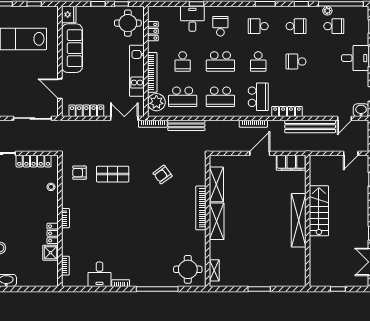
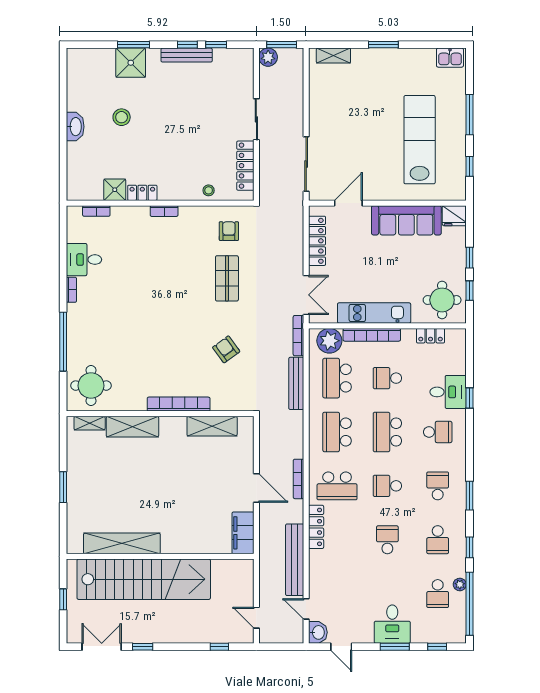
stairs: (319, 211) -> (144, 579), width x1.86, depth x1.51
shelving: (299, 220) -> (122, 543), moved
shelving: (217, 221) -> (132, 427), moved

